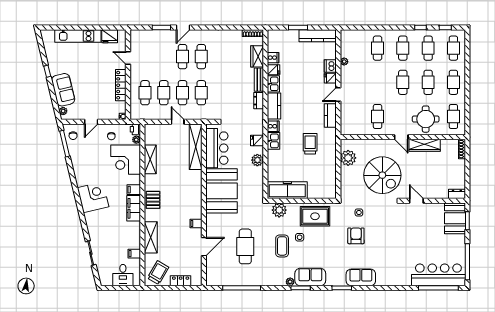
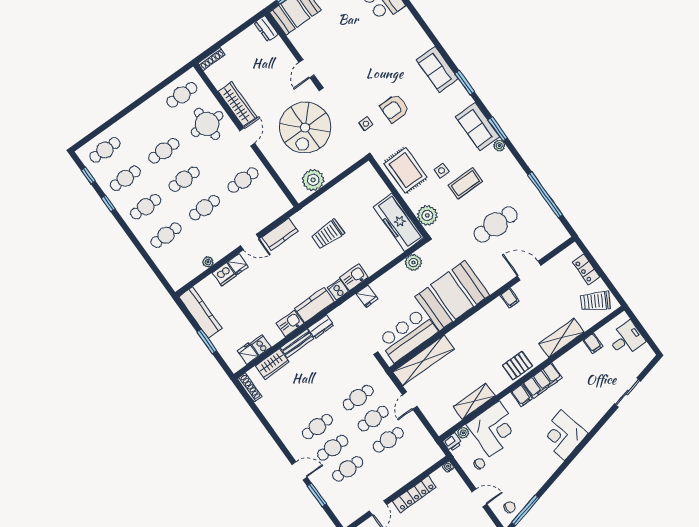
fridge: (274, 70) -> (248, 353), moved
cafe table: (453, 82) -> (204, 208), moved
cafe table: (145, 93) -> (348, 469), moved
plant: (257, 160) -> (413, 263), moved
spiral stairs: (382, 175) -> (305, 128), turned 180

